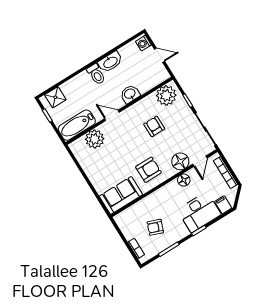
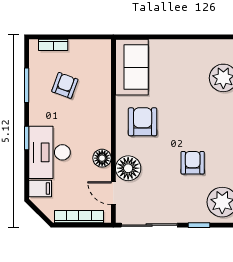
armchair: (154, 126) -> (193, 163), turned -90
armchair: (148, 170) -> (143, 122), turned 180

